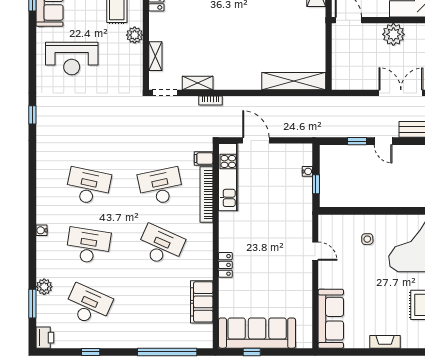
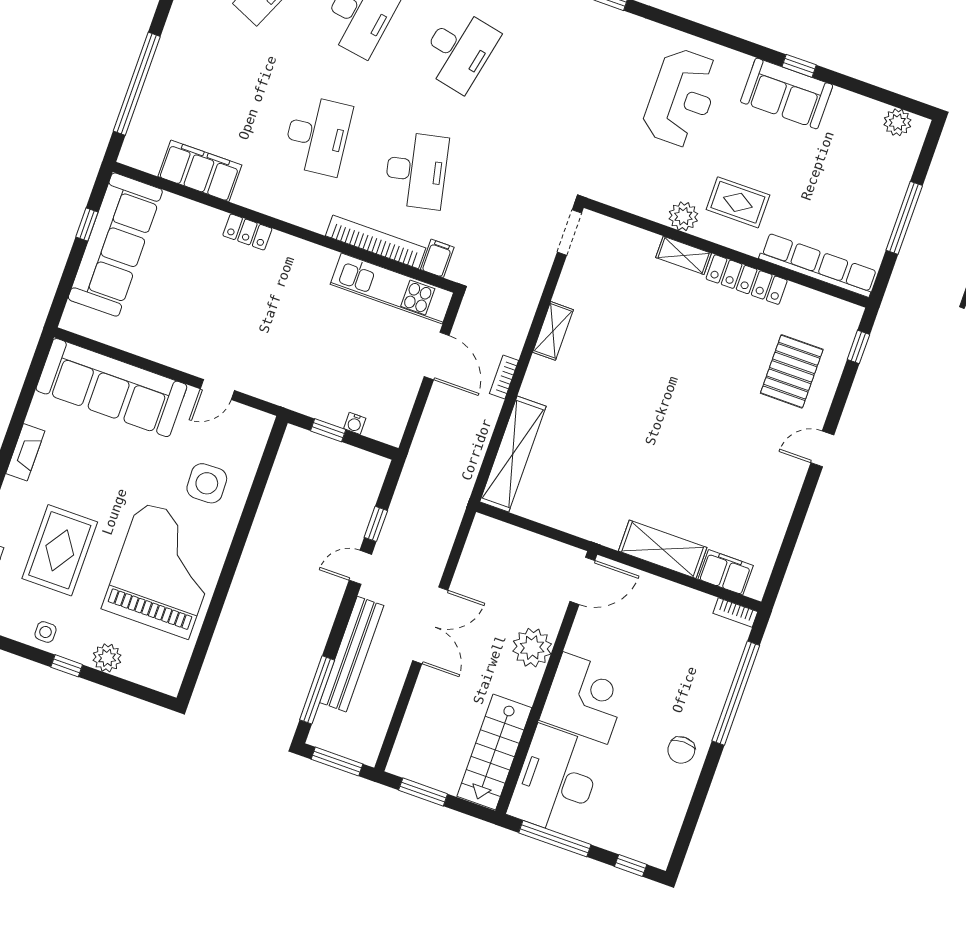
shelving: (155, 56) -> (684, 255), moved
reception desk: (72, 58) -> (681, 98), turned 180
shelving: (198, 83) -> (553, 331), moved
bookcase: (211, 100) -> (504, 377), moved
door: (256, 140) -> (437, 356), hinge flipped
side table: (367, 239) -> (207, 483), width x1.87, depth x1.87
desk: (161, 246) -> (317, 135), turned -30
sofa: (331, 319) -> (111, 388), width x1.36, depth x1.27

